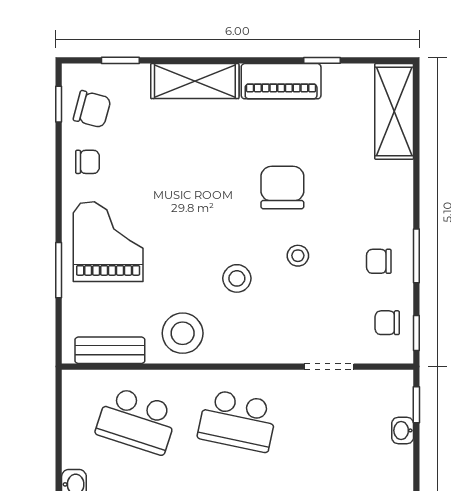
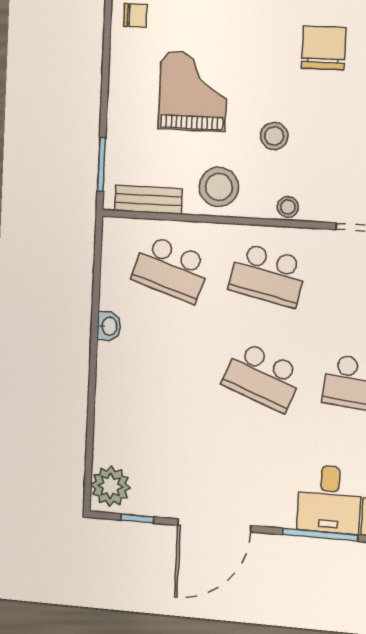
grand piano: (108, 242) -> (193, 91), moved
stool: (298, 256) -> (288, 207), moved
window: (59, 270) -> (101, 165), moved

